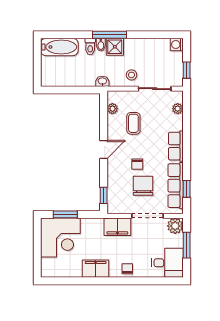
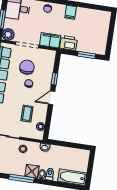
window: (110, 35) -> (21, 178), moved
chair: (143, 186) -> (27, 67), turned 180
window: (104, 195) -> (54, 79), moved
printer: (92, 227) -> (68, 43), added
corner desk: (60, 238) -> (93, 39), removed
filing cabinet: (96, 269) -> (71, 12), width x0.50

